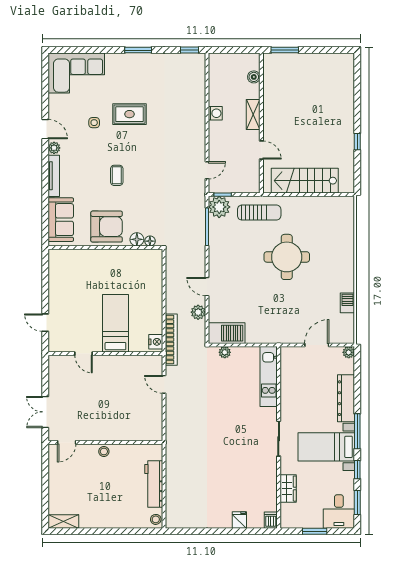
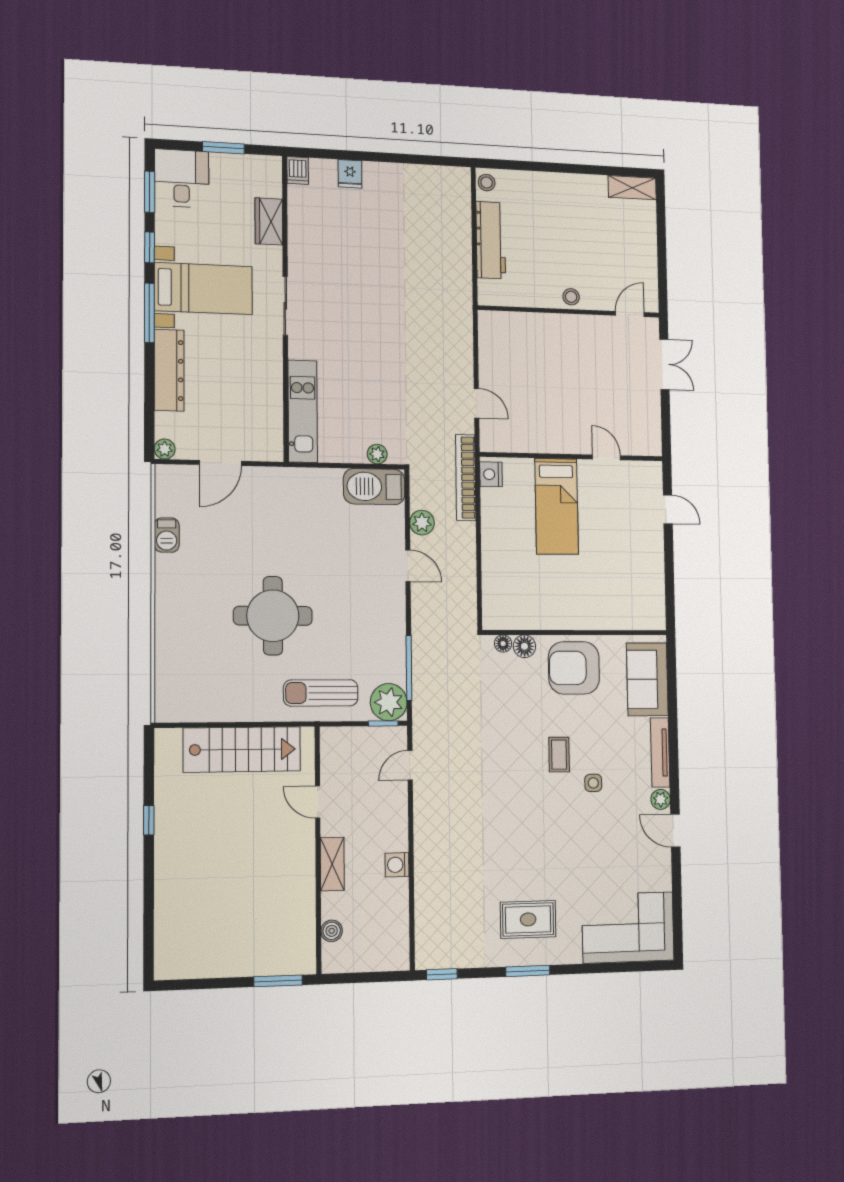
rug: (130, 114) -> (528, 919), moved
side table: (94, 123) -> (593, 783), moved

